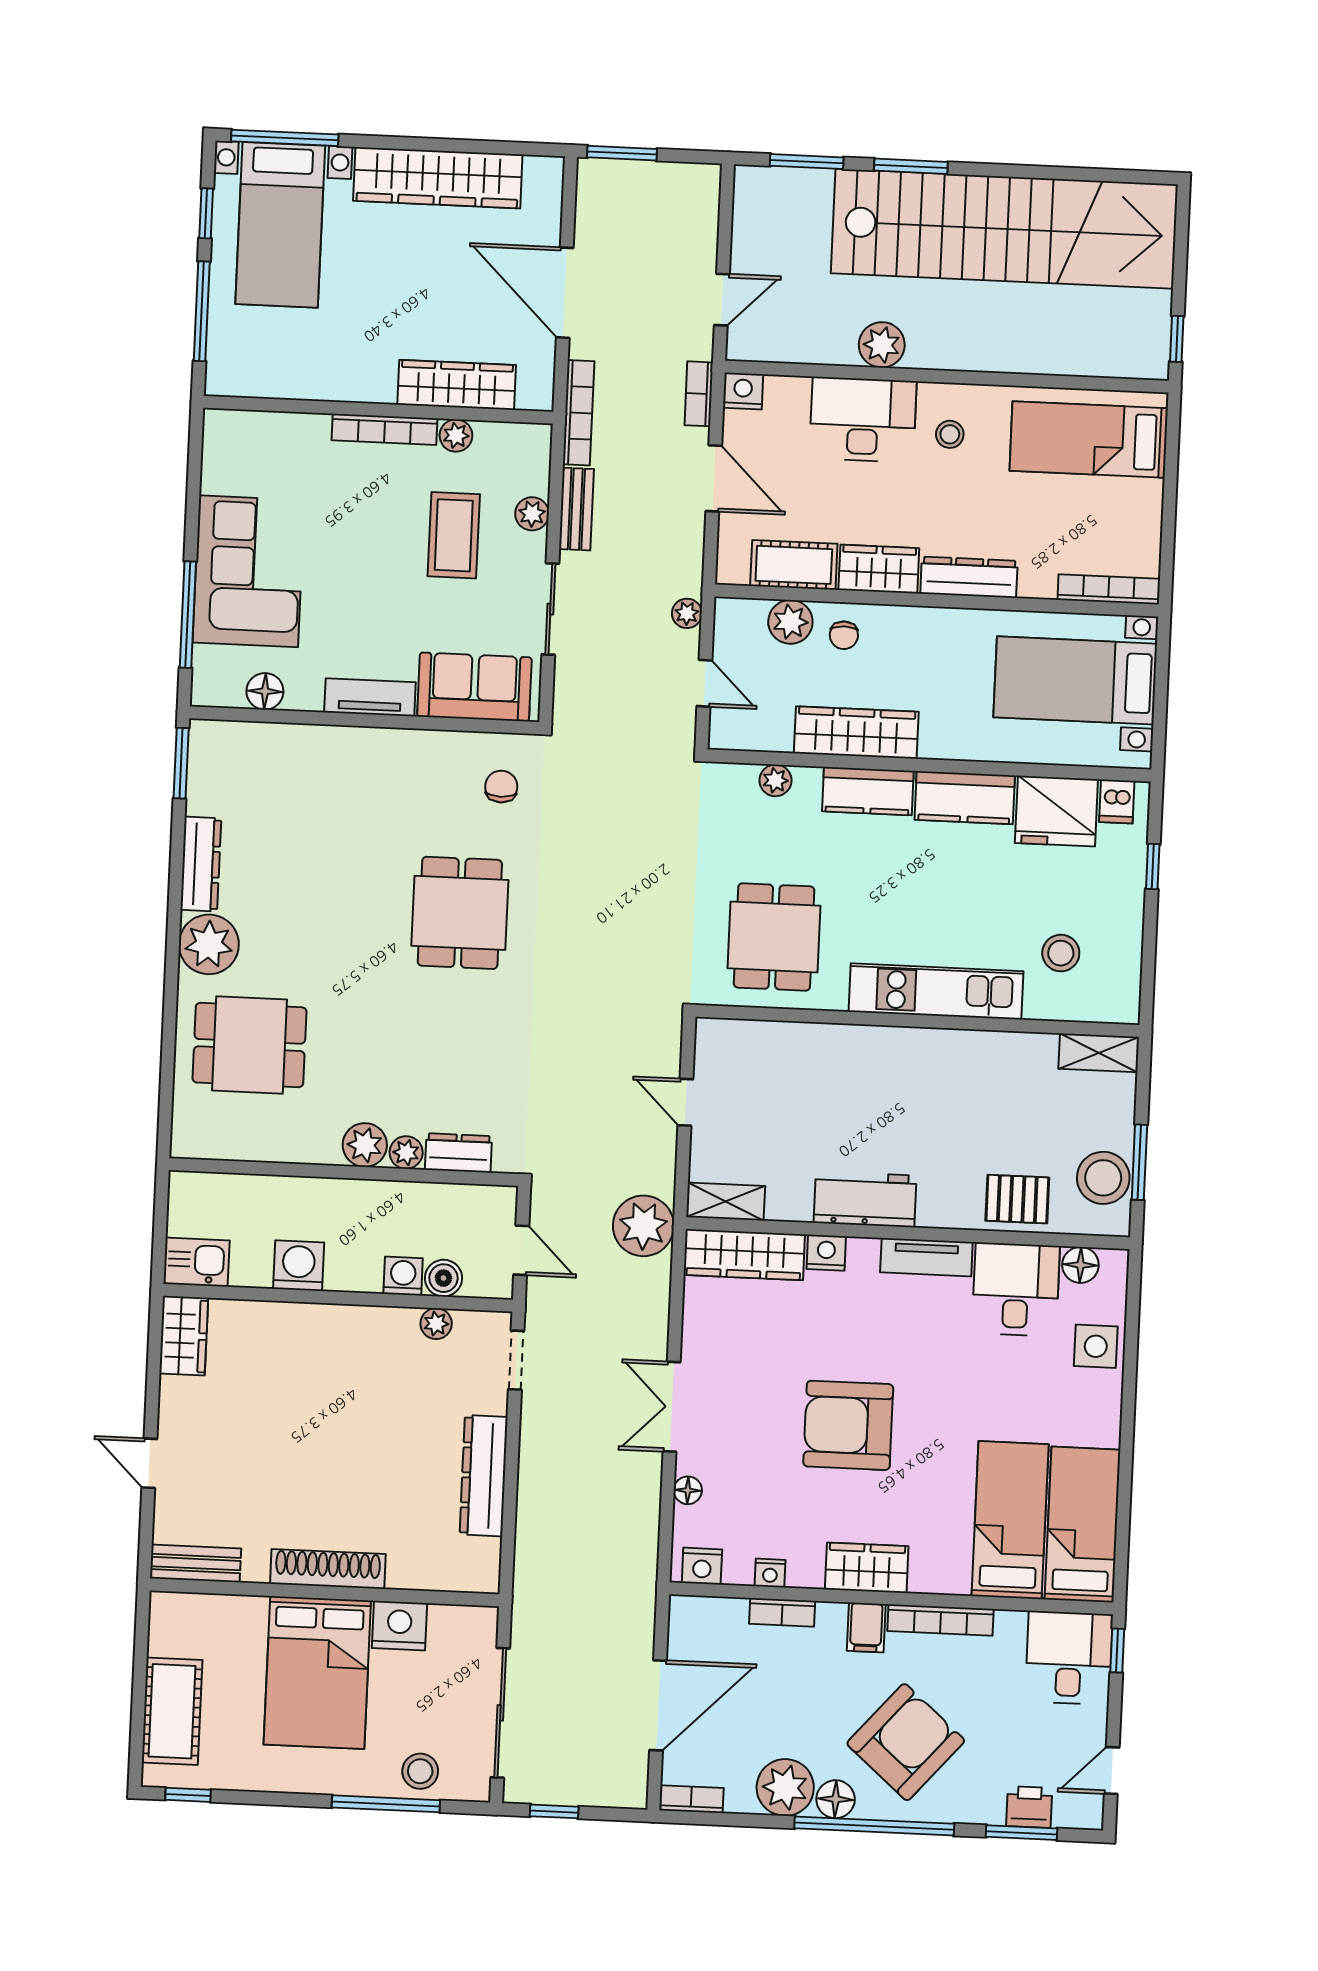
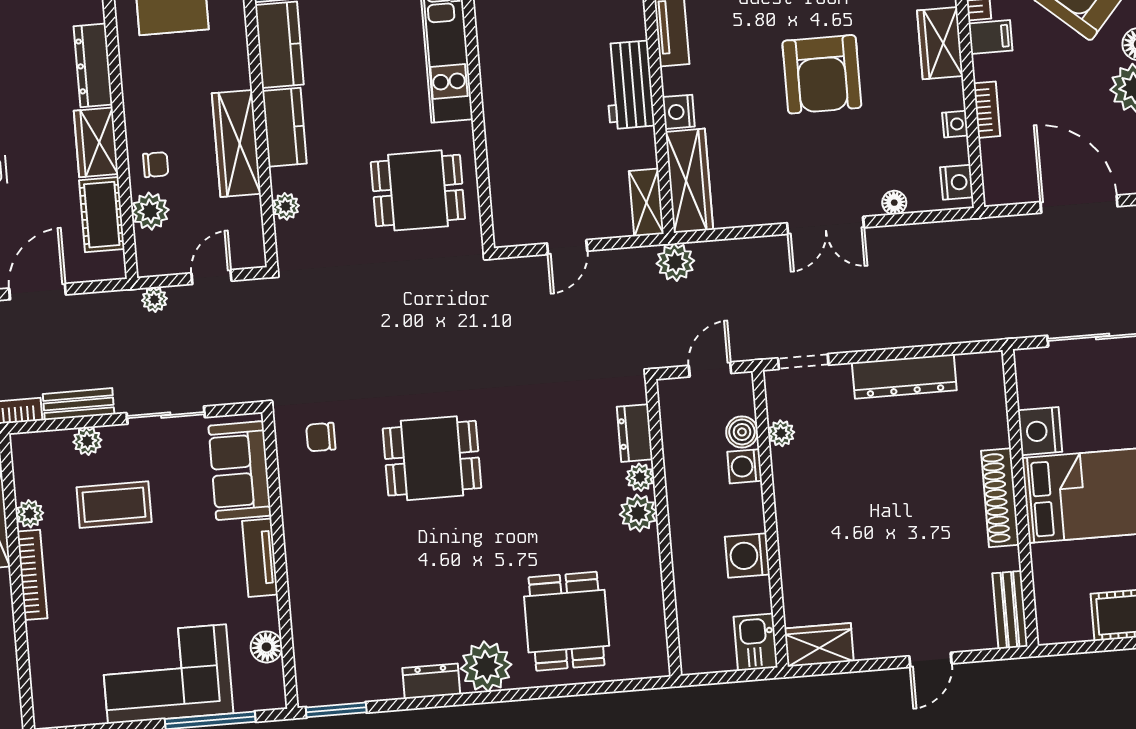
dresser: (201, 864) -> (431, 681), width x0.70
plant: (643, 1226) -> (675, 262), width x0.73, depth x0.73

